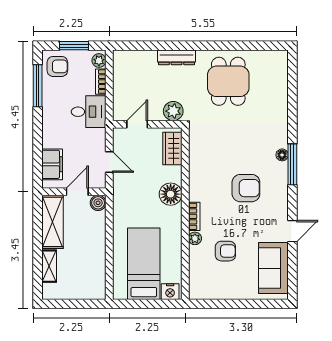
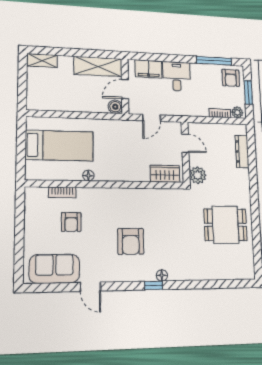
dresser: (177, 57) -> (242, 152), moved
desk: (89, 112) -> (177, 76), moved, turned 180
window: (292, 164) -> (154, 285), width x0.46
door: (77, 192) -> (125, 89), swing flipped
floor lamp: (171, 194) -> (88, 176), moved, width x0.53, depth x0.53
bookcase: (194, 216) -> (62, 192), moved
plant: (195, 238) -> (83, 193), removed
shelving: (49, 266) -> (42, 61), moved
nightstand: (170, 292) -> (33, 169), removed

